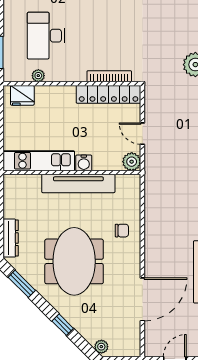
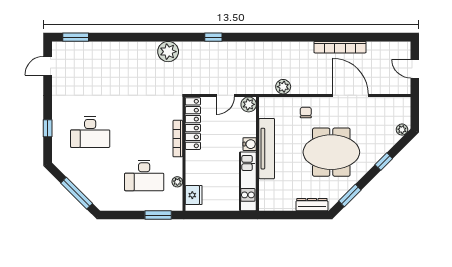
bookcase: (109, 76) -> (178, 139), moved
plant: (153, 203) -> (283, 87), added
door: (142, 299) -> (350, 95), moved

